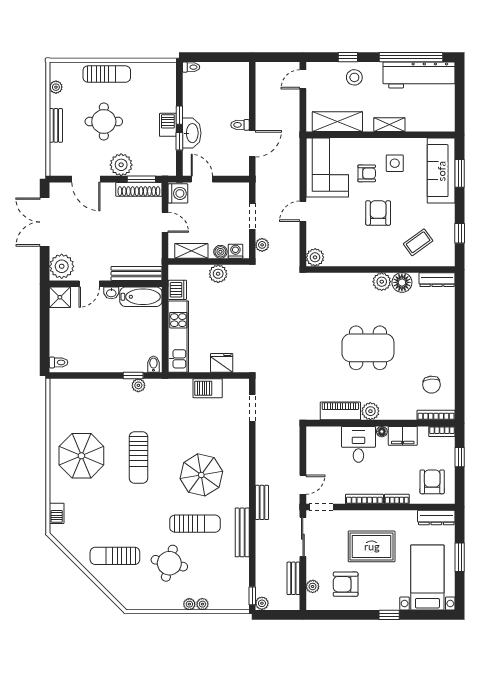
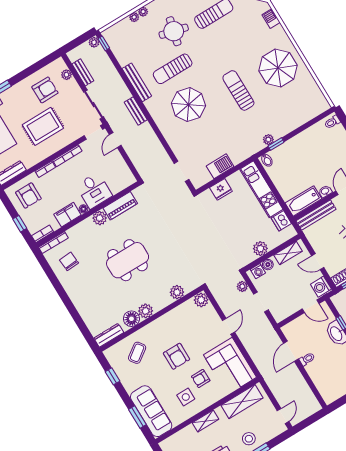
plant: (336, 281) -> (177, 292), added

